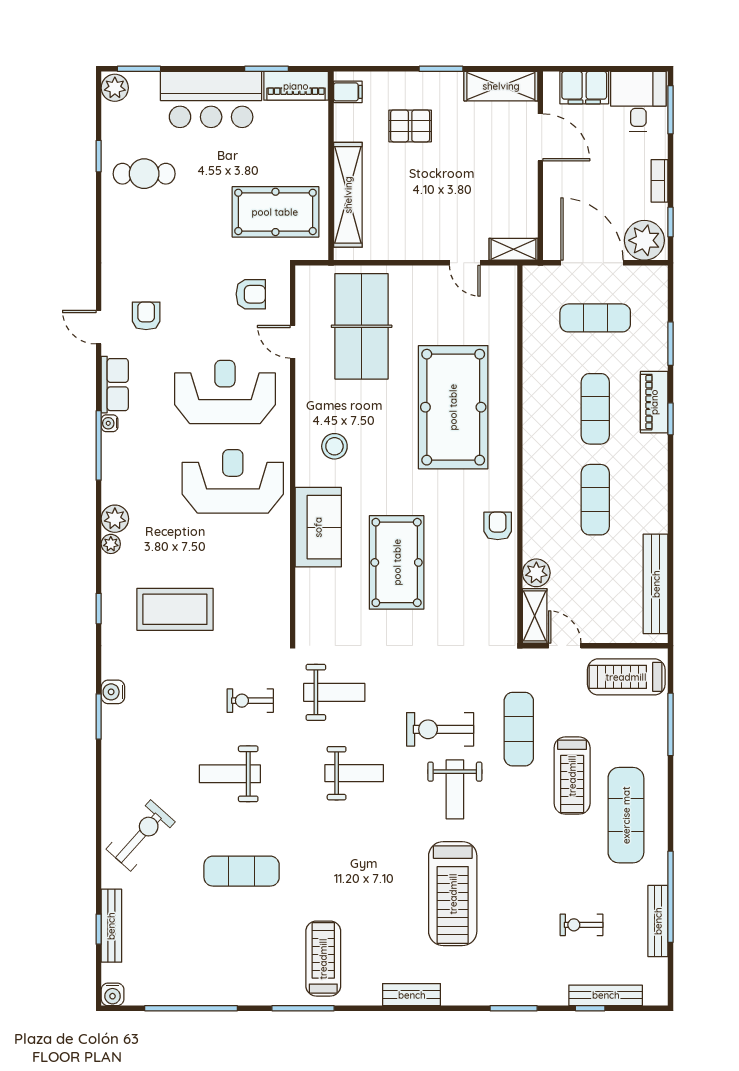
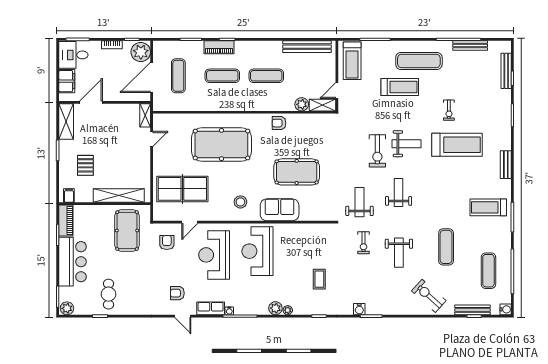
door: (99, 327) -> (183, 316), hinge flipped
coffee table: (175, 609) -> (319, 279), width x0.54, depth x0.58
exercise mat: (519, 729) -> (488, 271), moved, turned 90
exercise bike: (582, 925) -> (449, 110), moved

